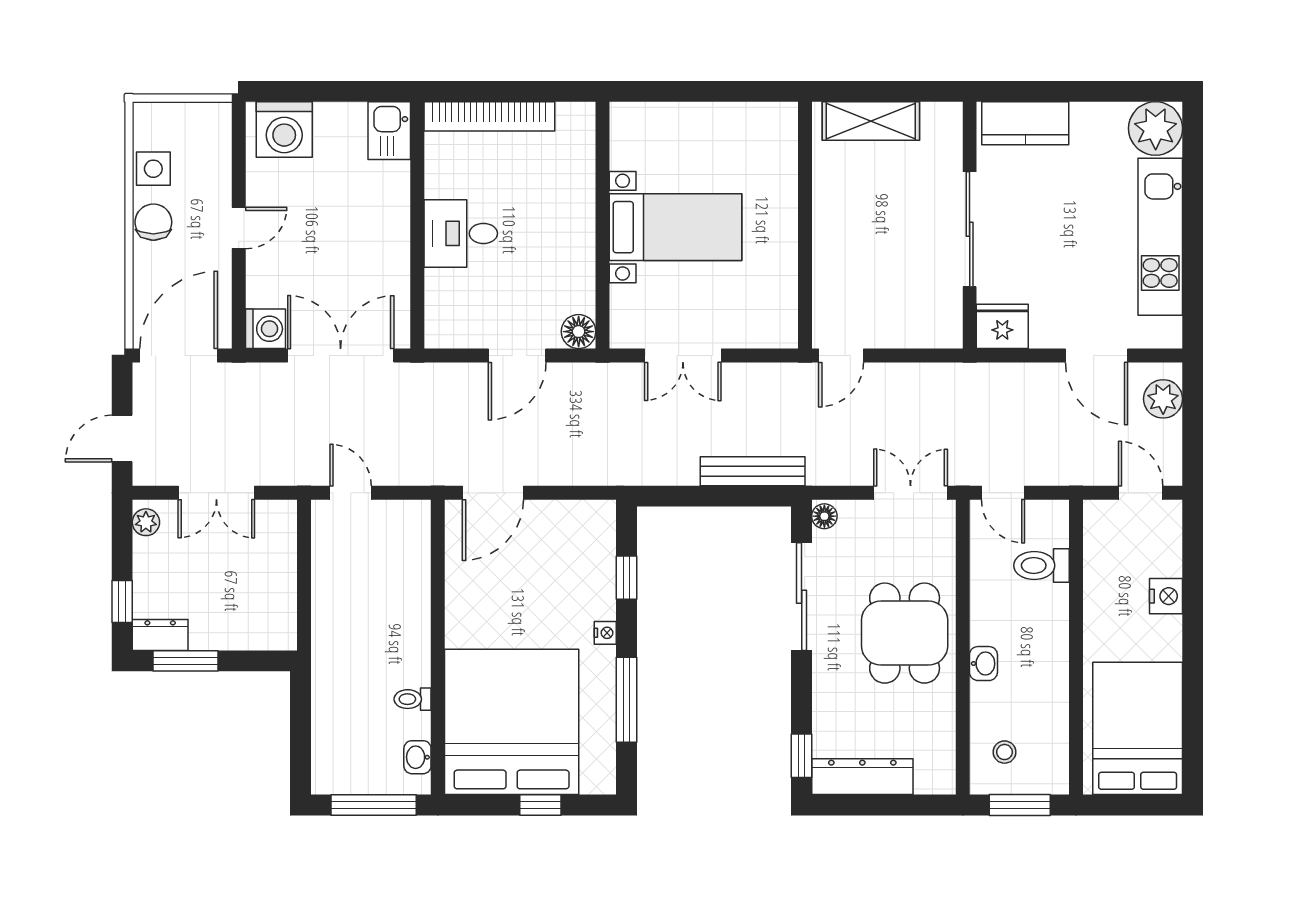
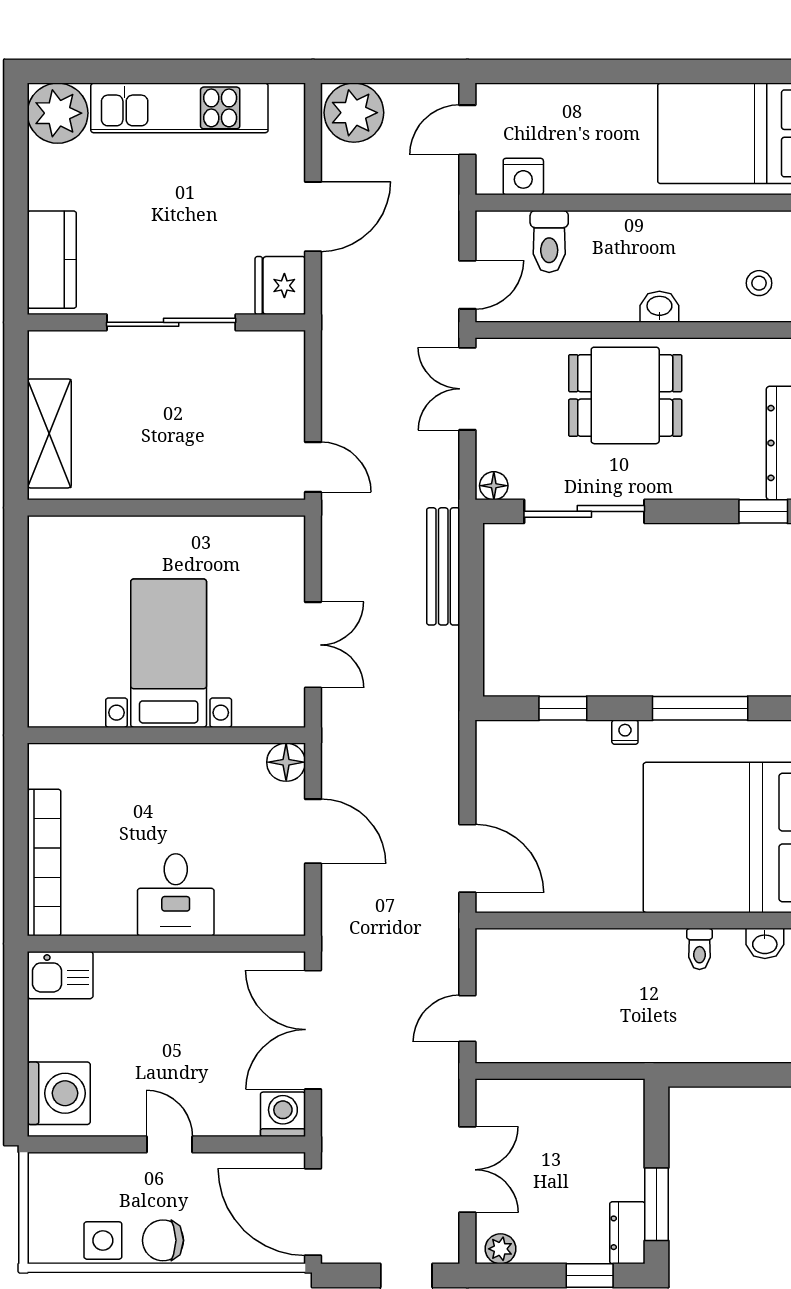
door: (1096, 356) -> (313, 217), moved
plant: (1163, 399) -> (354, 113), width x1.36, depth x1.36
nightstand: (1166, 596) -> (523, 177), moved, turned 180

